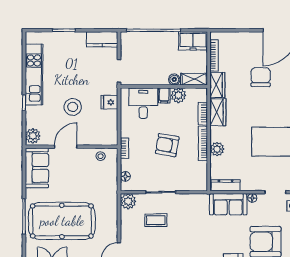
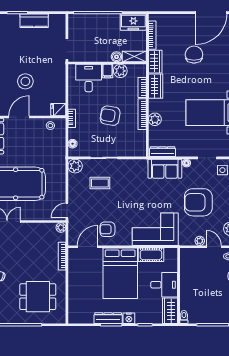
kitchen counter: (102, 39) -> (34, 21), moved
fridge: (109, 102) -> (58, 110), moved

